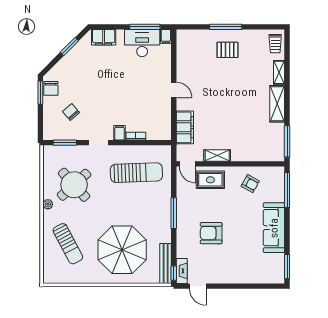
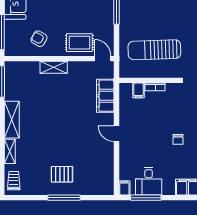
desk: (142, 43) -> (149, 181), width x0.73
chair: (113, 84) -> (178, 139), added
filing cabinet: (119, 133) -> (138, 90), moved
shelving: (217, 155) -> (54, 67), moved

